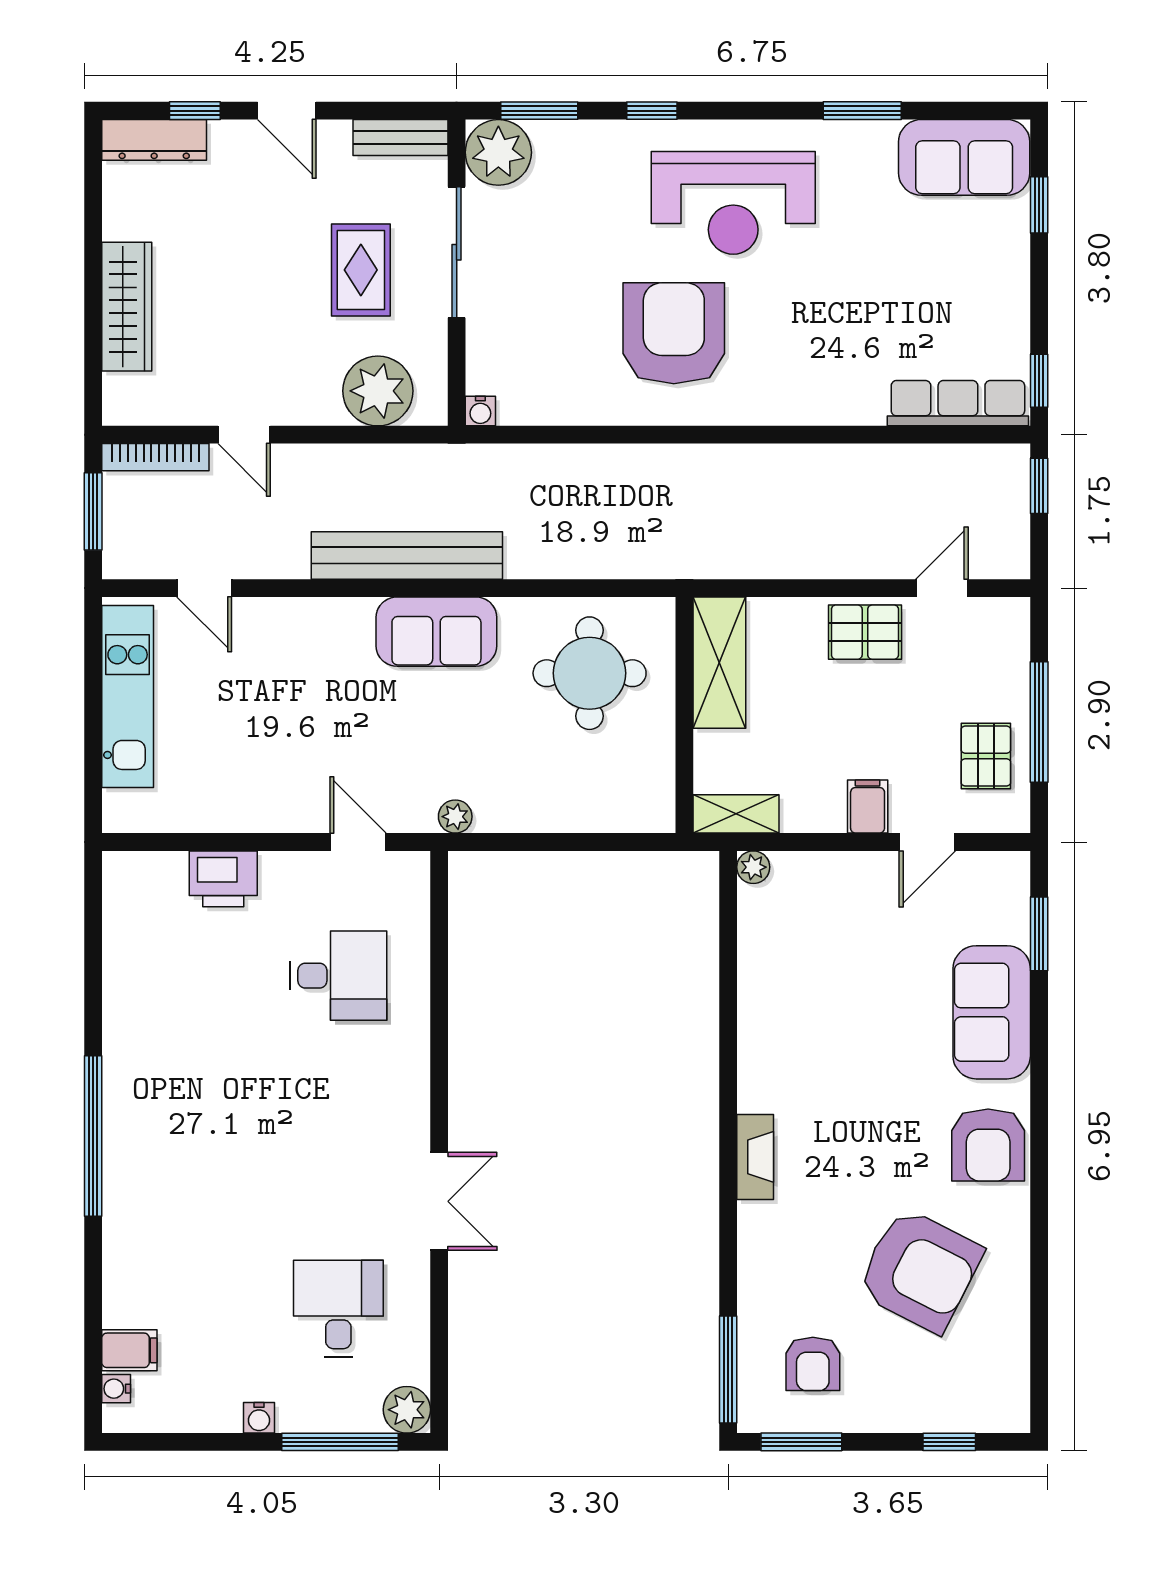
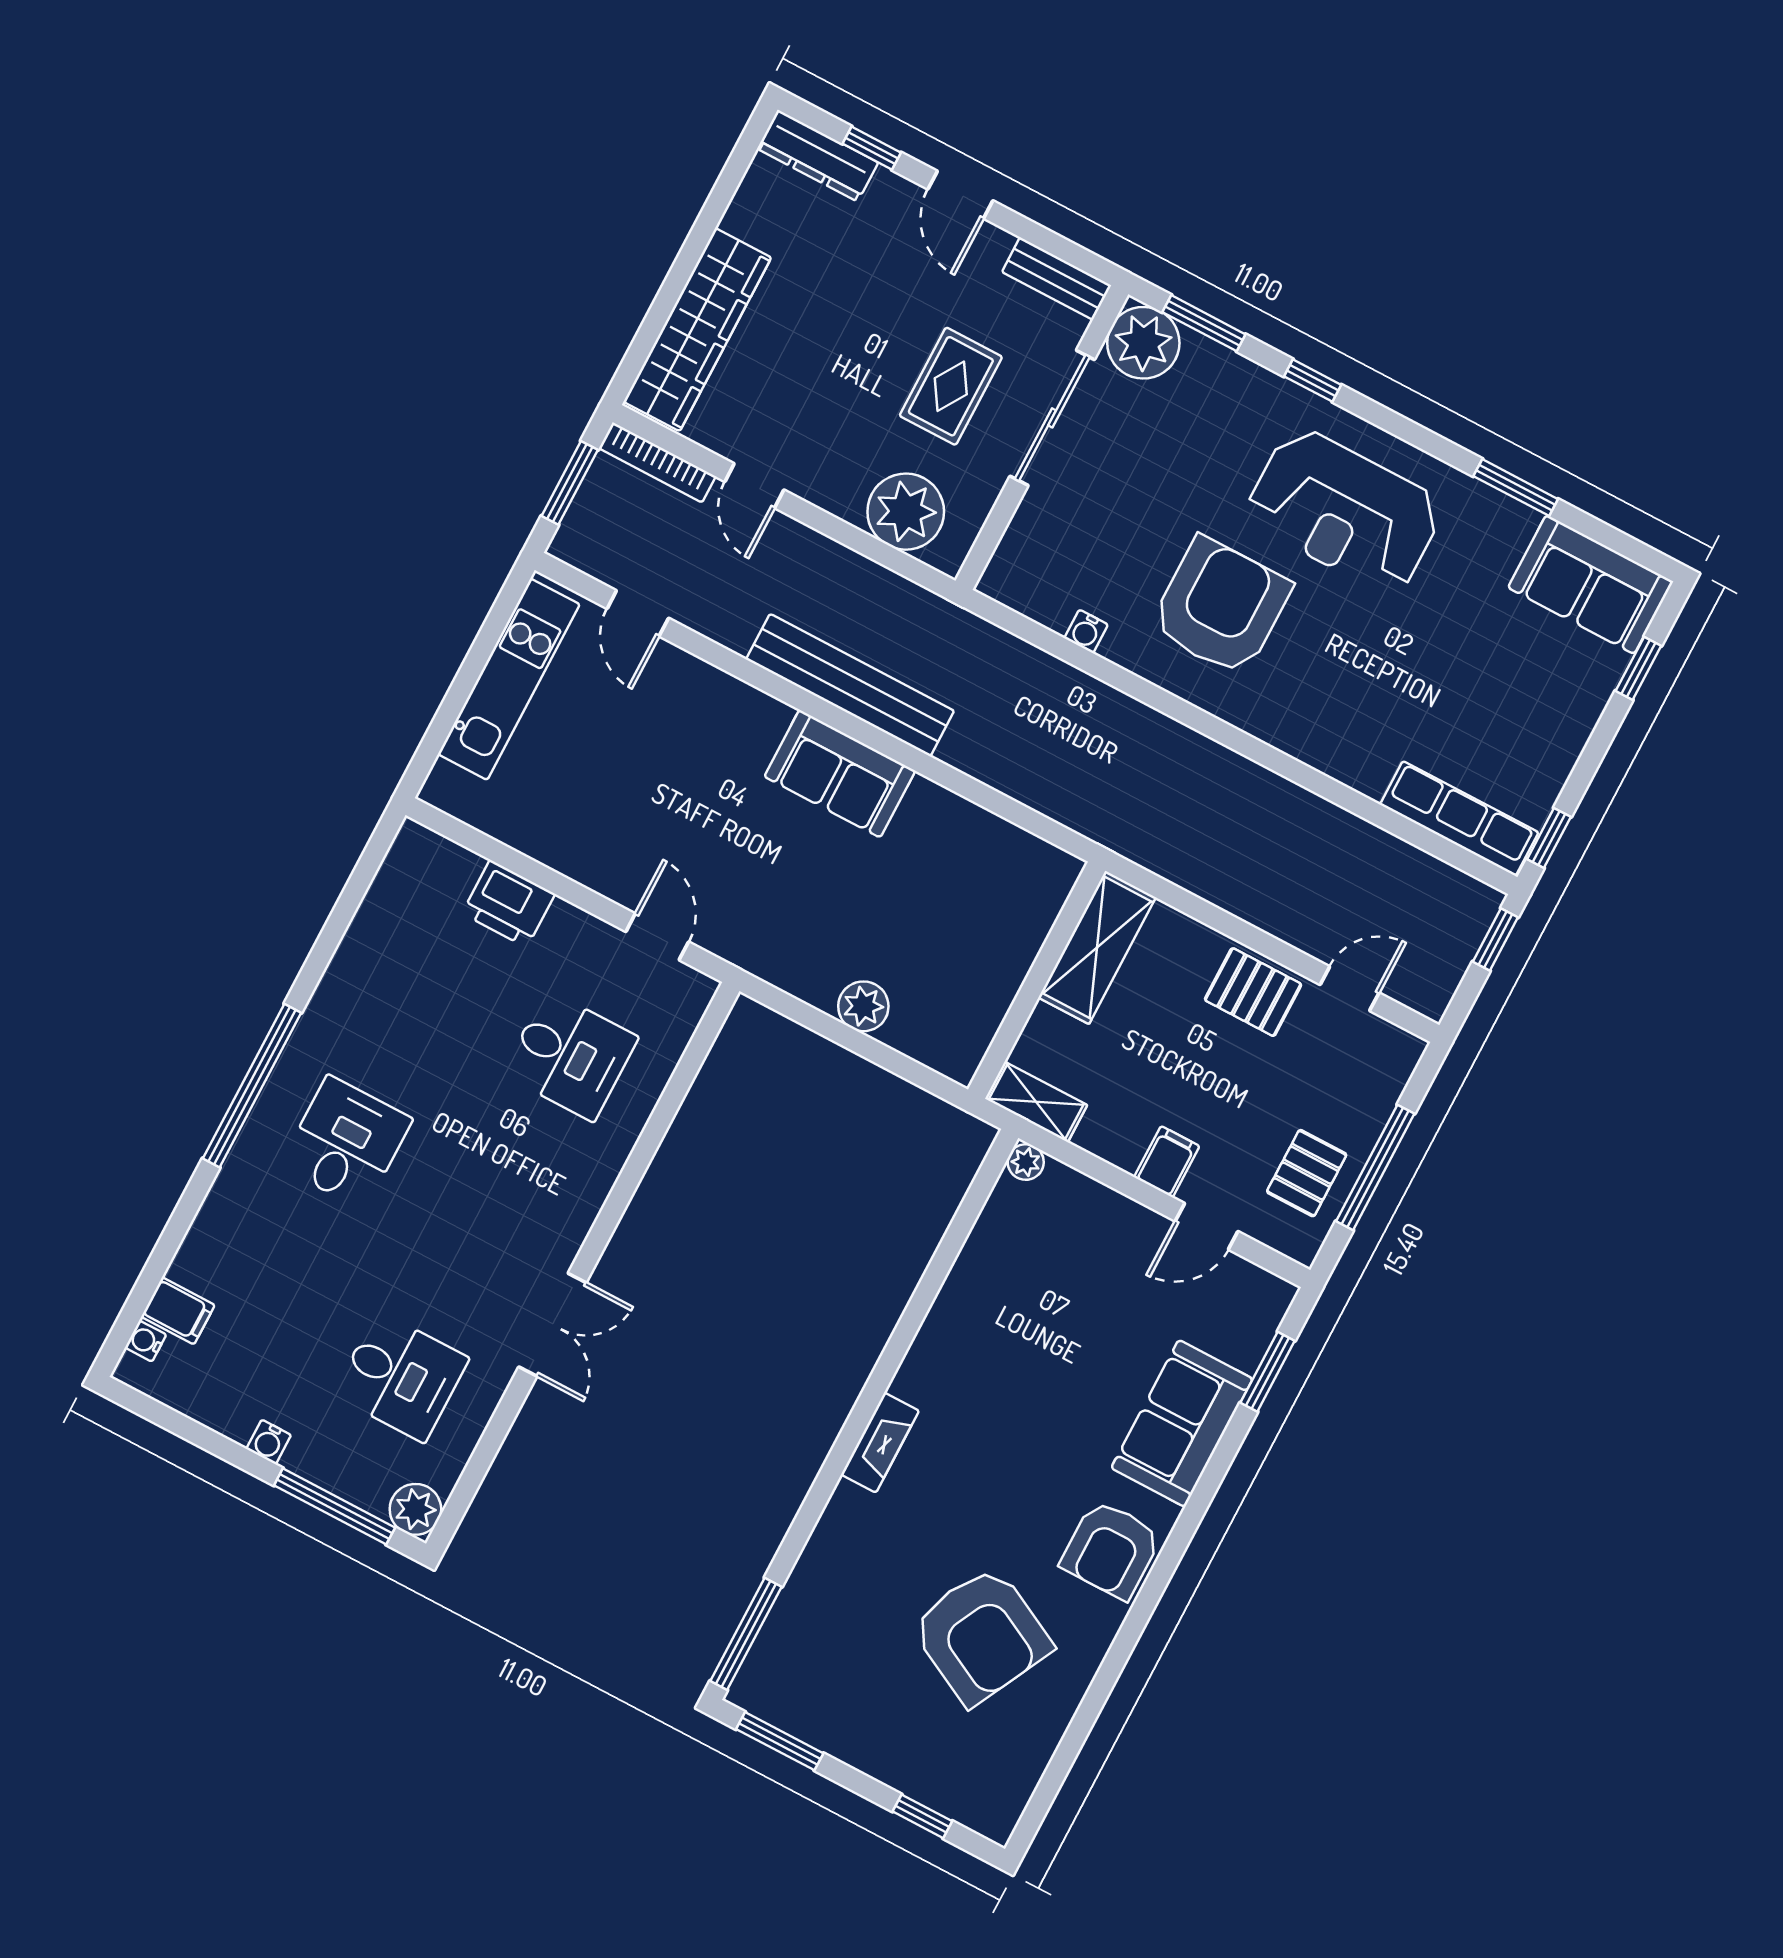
wardrobe: (127, 307) -> (697, 330), width x1.40, depth x1.17
water cooler: (480, 411) -> (1086, 631), moved
round table: (590, 673) -> (966, 892), removed
plant: (455, 817) -> (863, 1006), moved, width x1.38, depth x1.38
desk: (194, 1142) -> (346, 1143), added
desk: (338, 1308) -> (401, 1377), turned 90
armchair: (813, 1364) -> (830, 1672), removed

